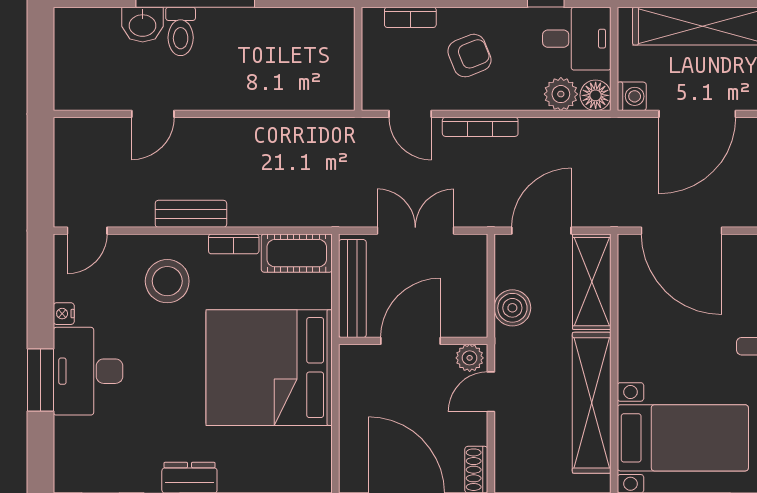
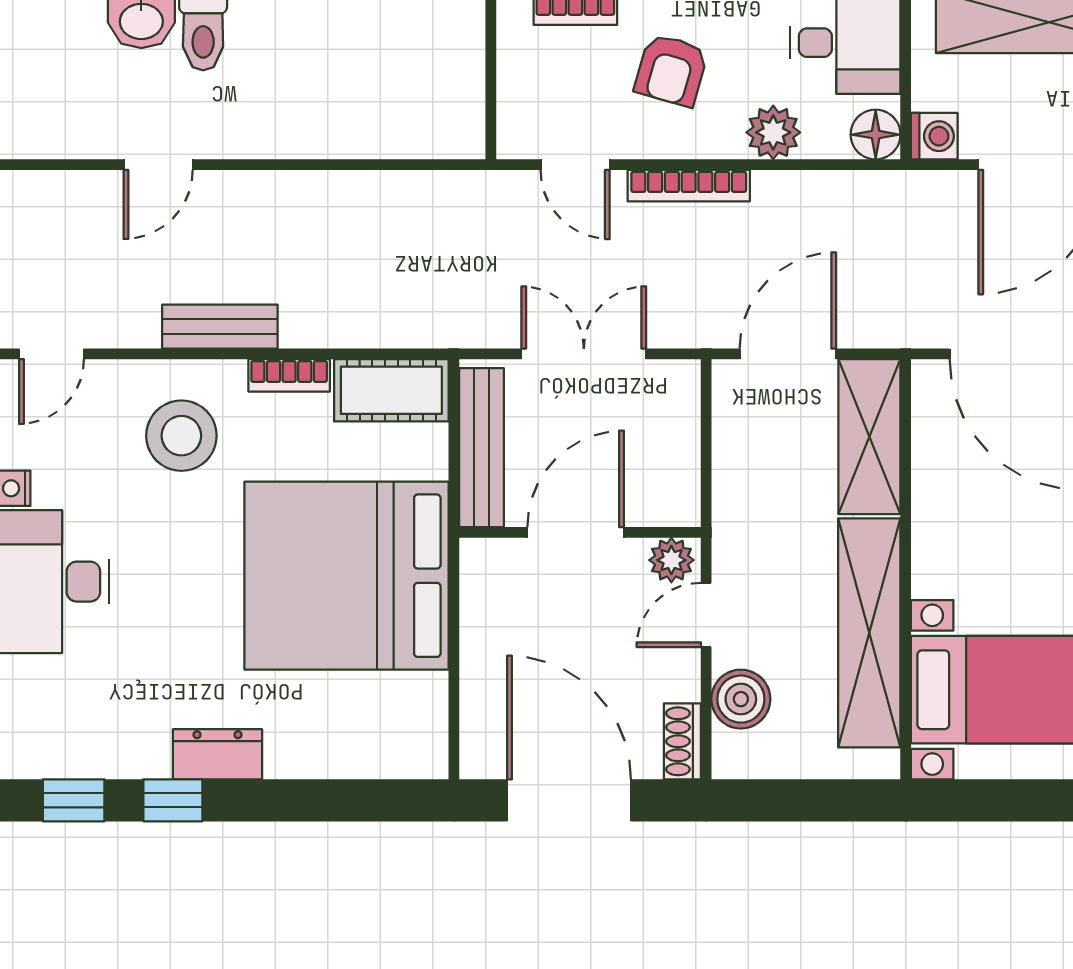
armchair: (469, 56) -> (671, 70), turned 128
plant: (561, 94) -> (773, 132), moved
boiler: (512, 308) -> (741, 699), moved

